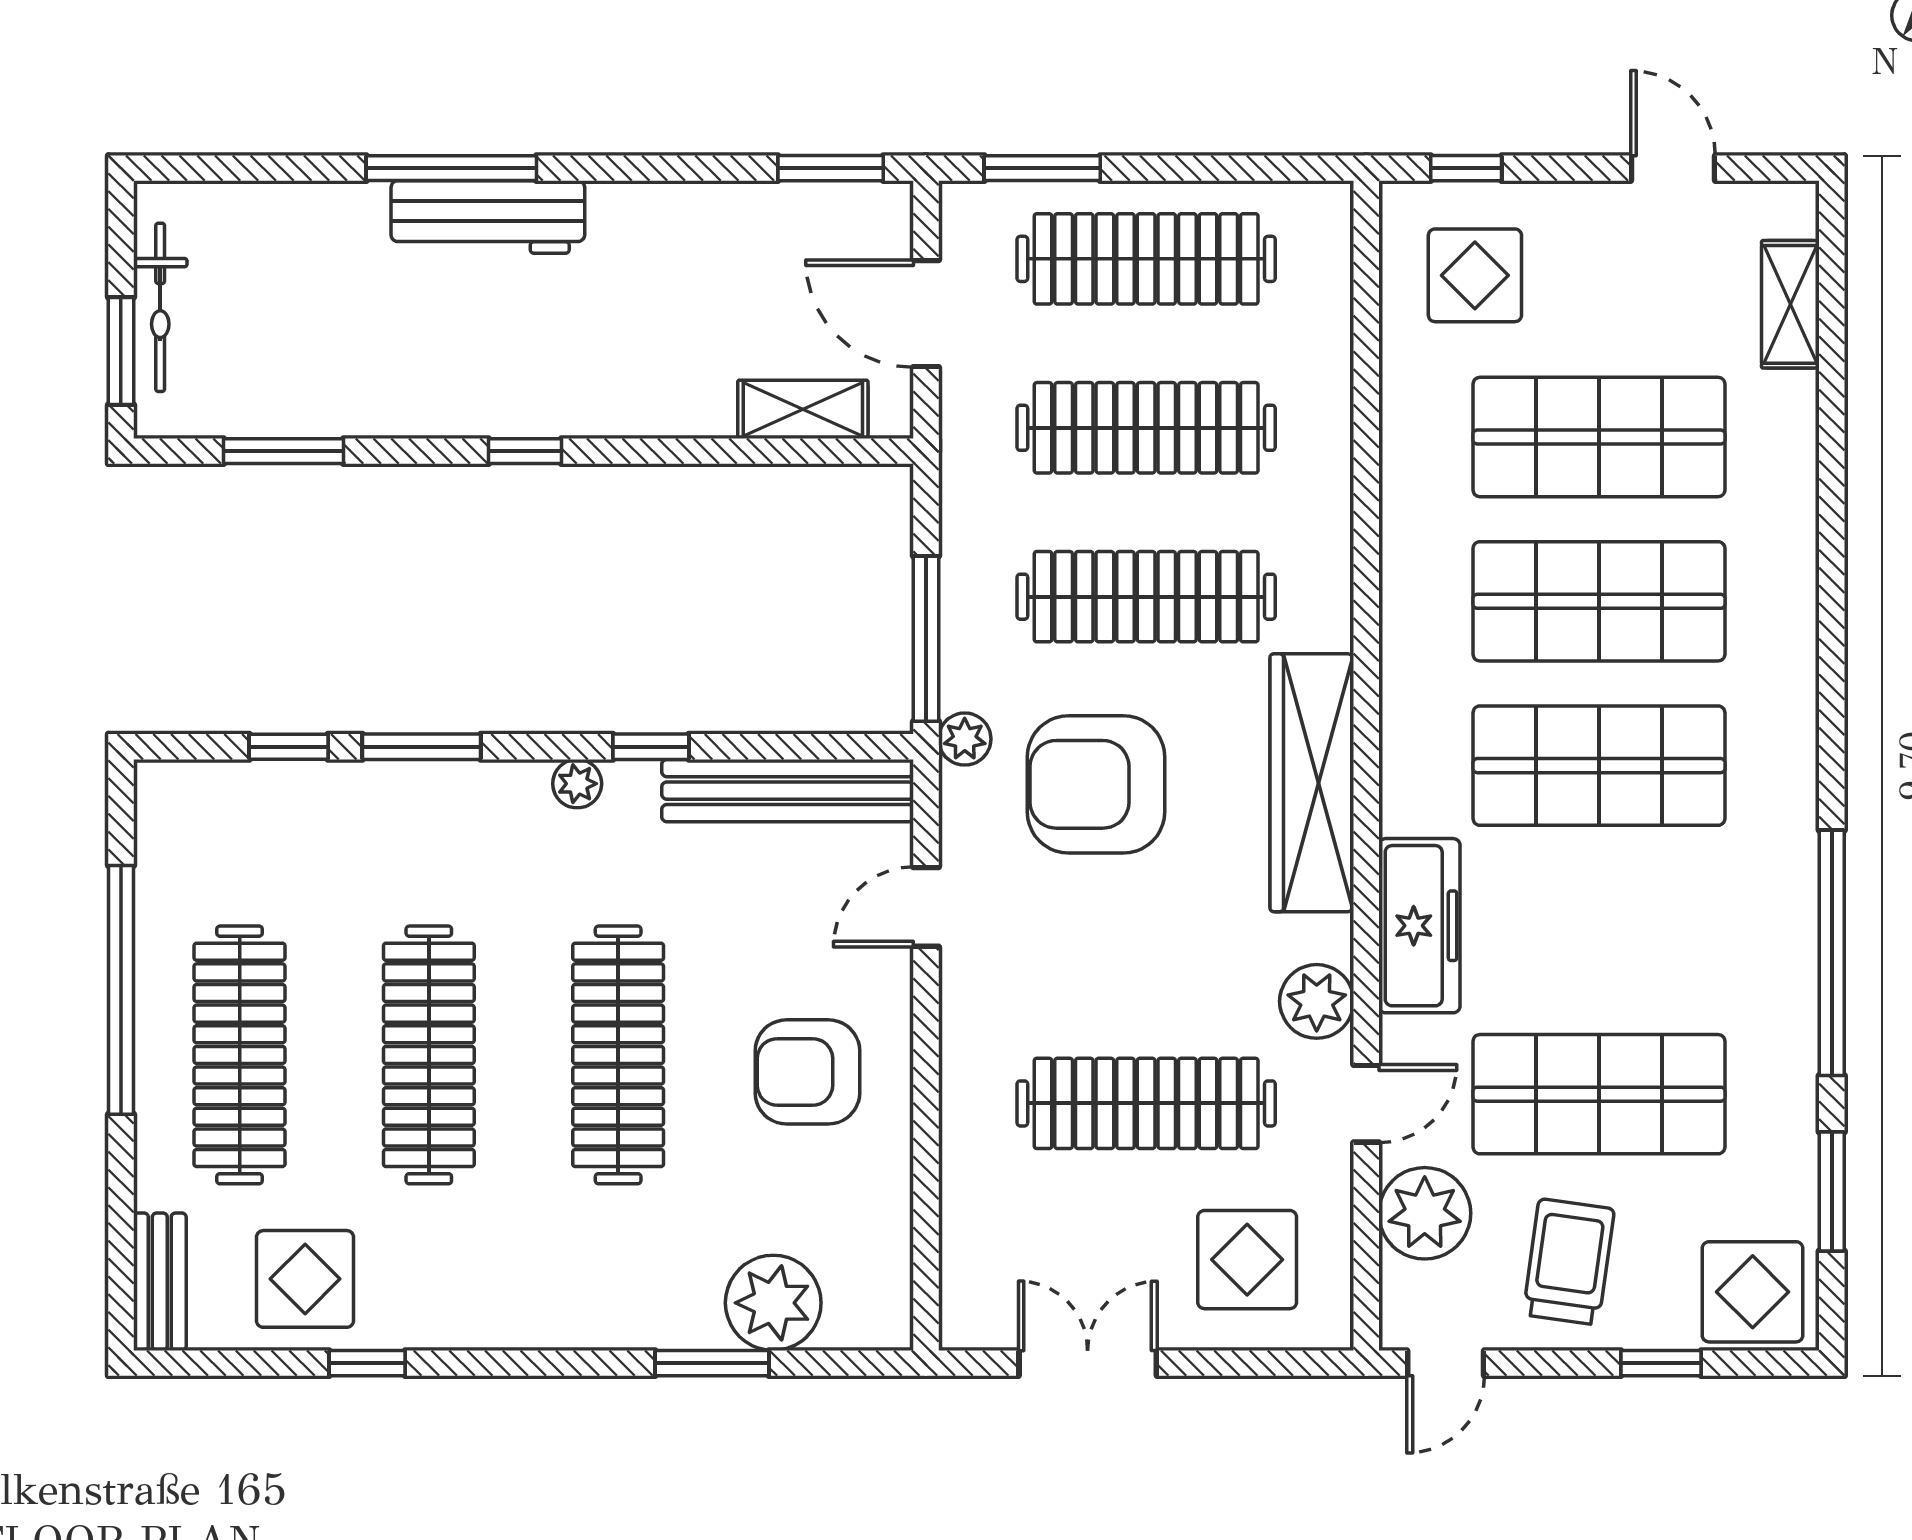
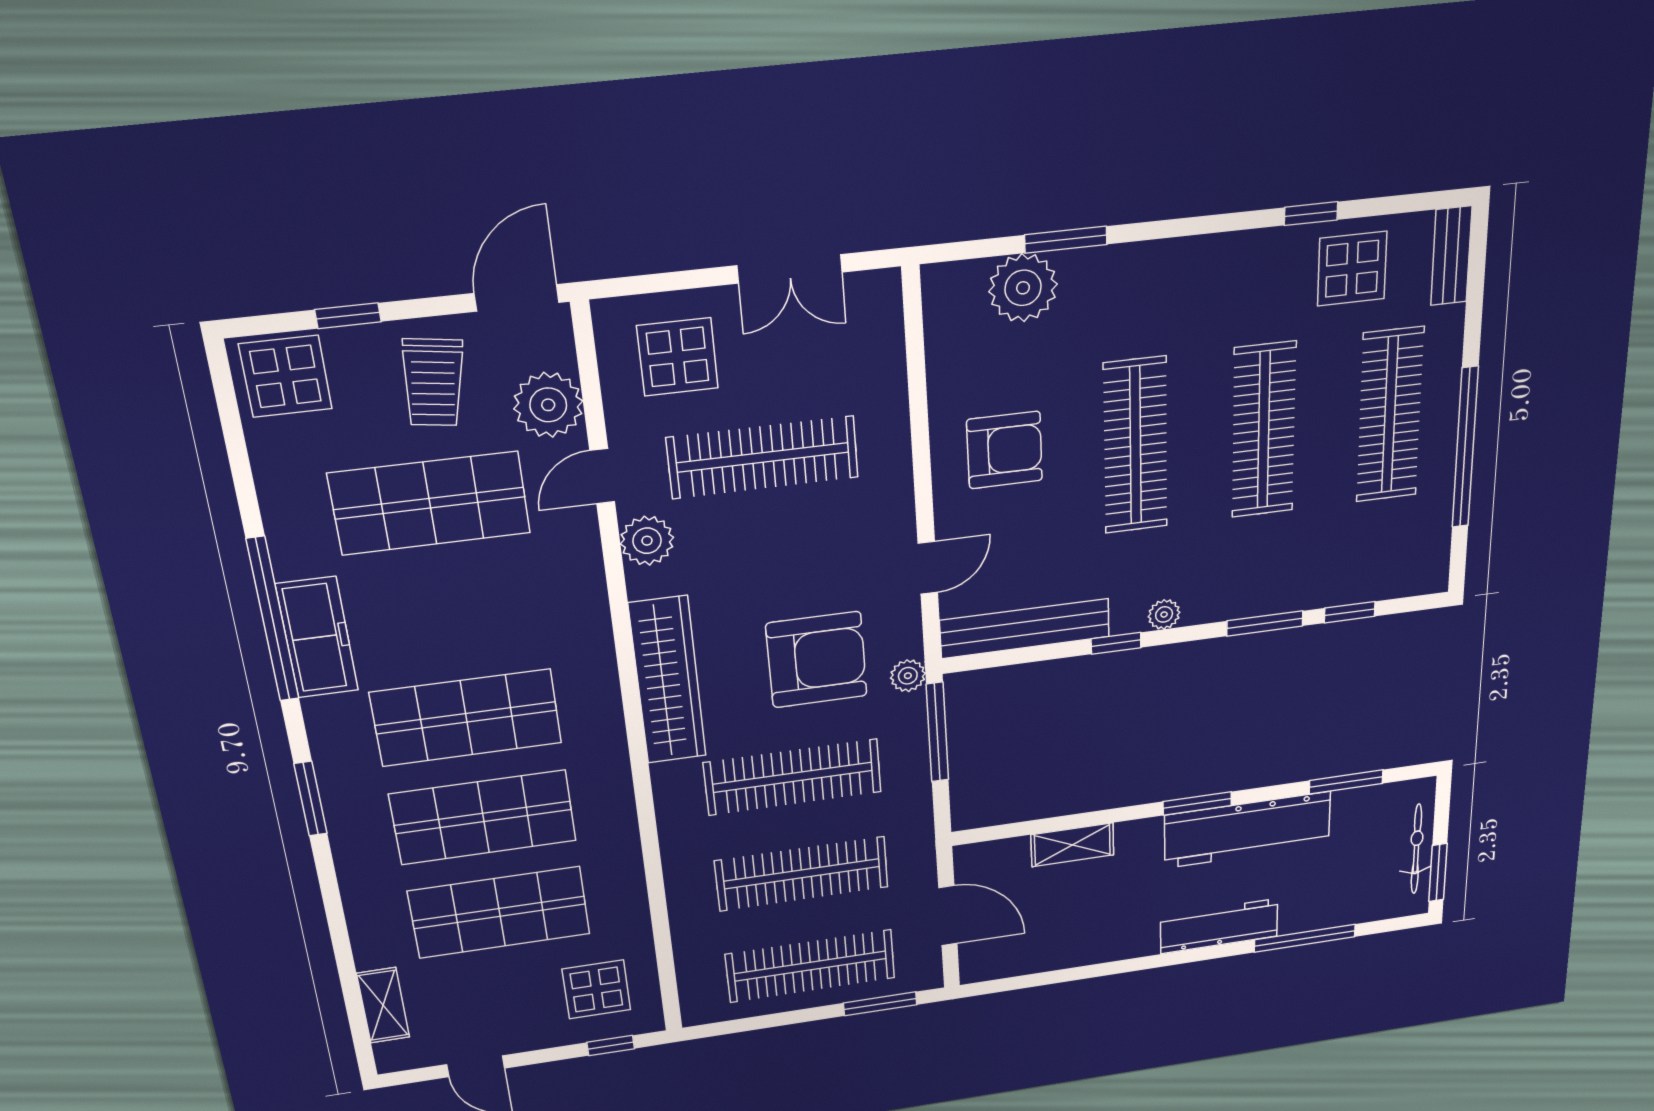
window: (451, 168) -> (1305, 938), moved
window: (831, 168) -> (1011, 984), removed
window: (121, 351) -> (1438, 872), moved
workbench: (443, 390) -> (1247, 830), added
shelving: (803, 409) -> (1072, 845), moved
window: (525, 451) -> (1197, 803), width x1.50
freezer: (1419, 926) -> (317, 637), moved, turned 180
window: (1832, 1192) -> (311, 799), moved
door: (1446, 1363) -> (517, 298), width x1.38

